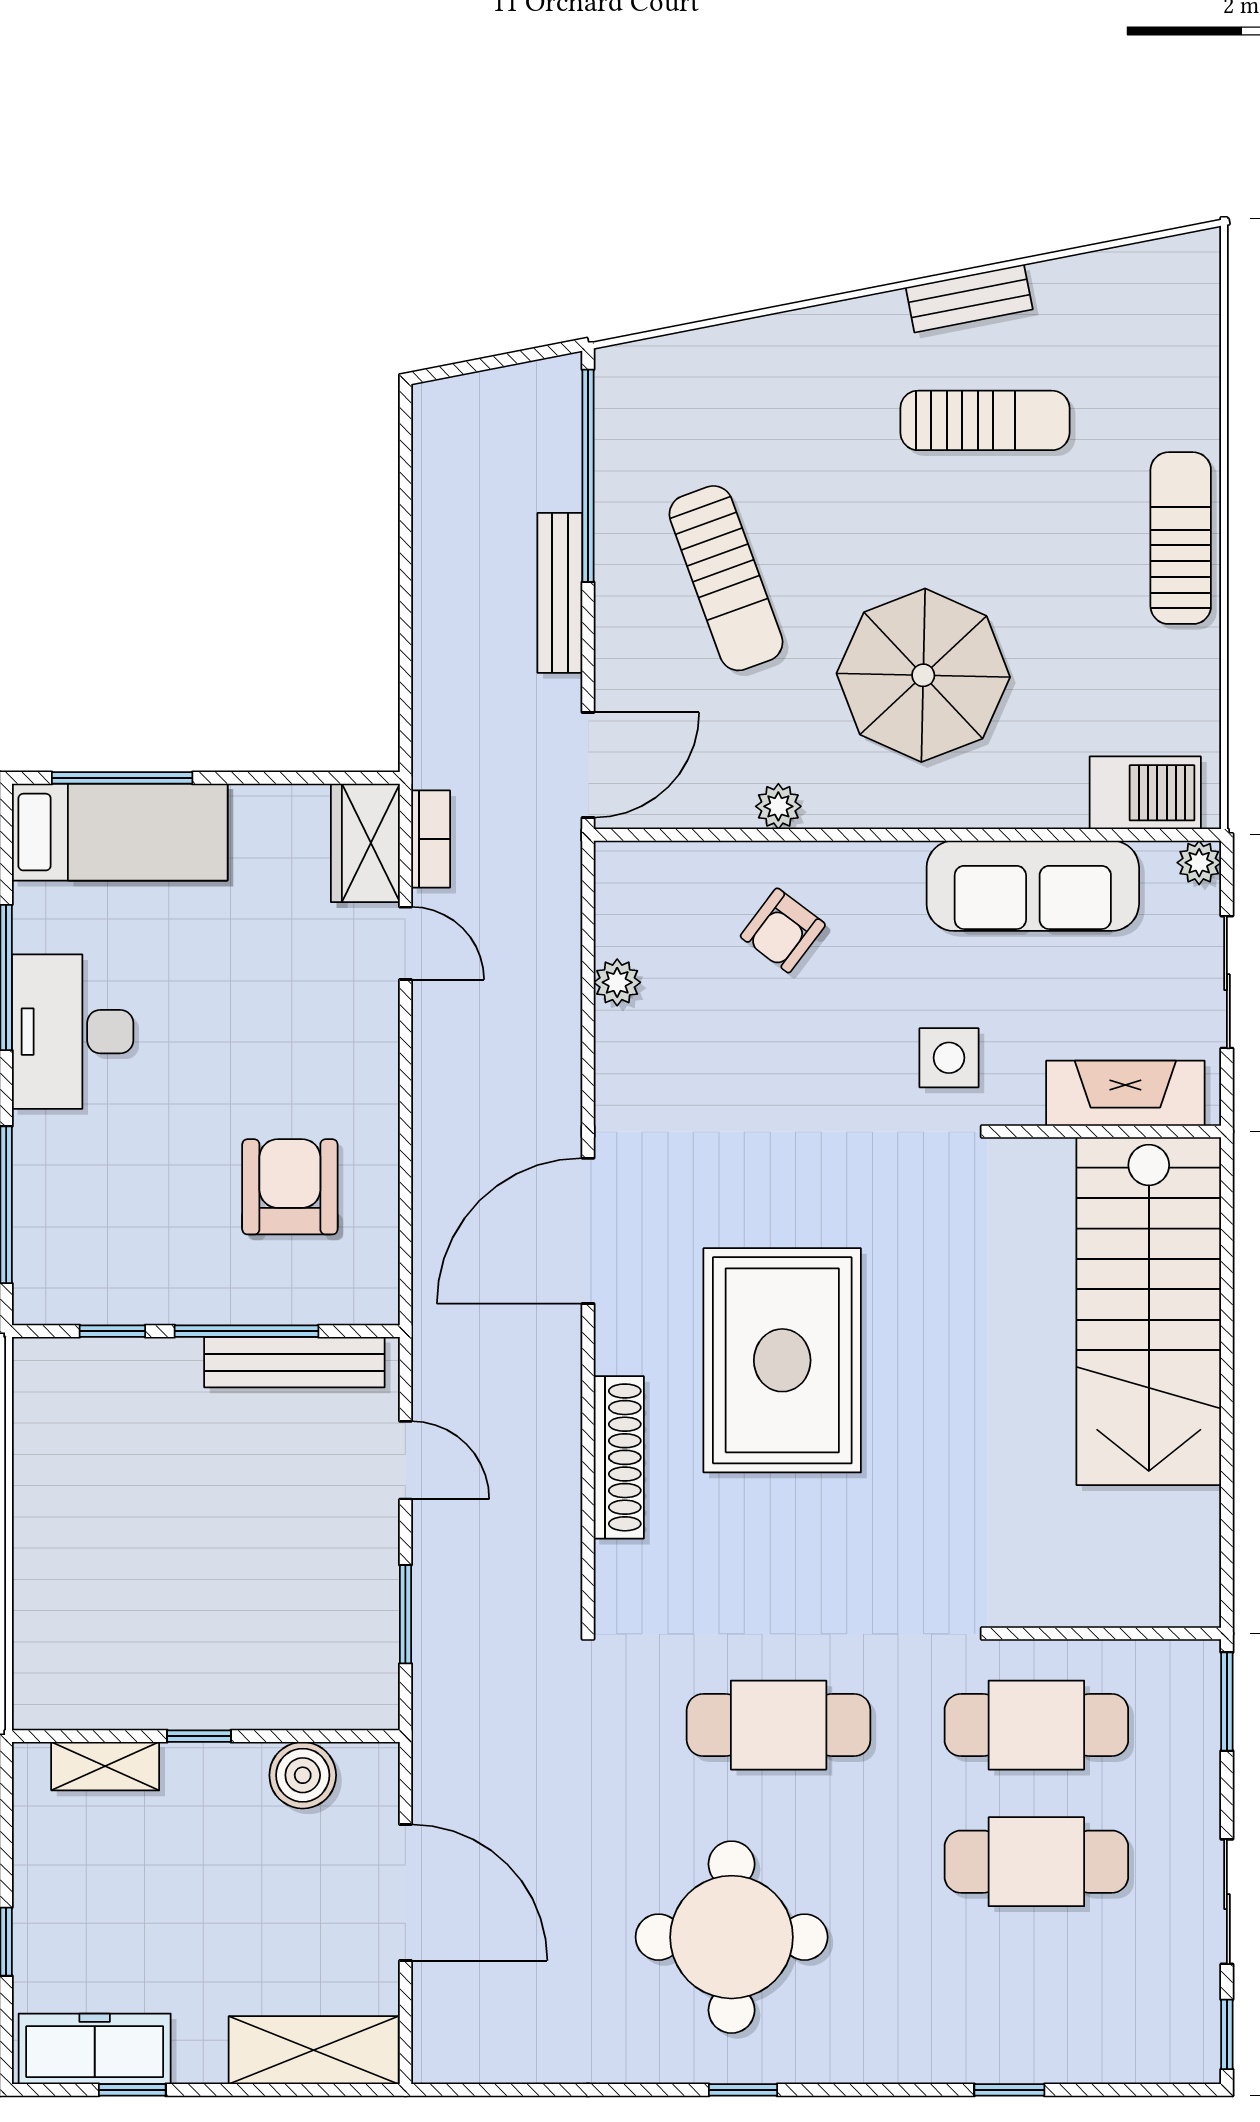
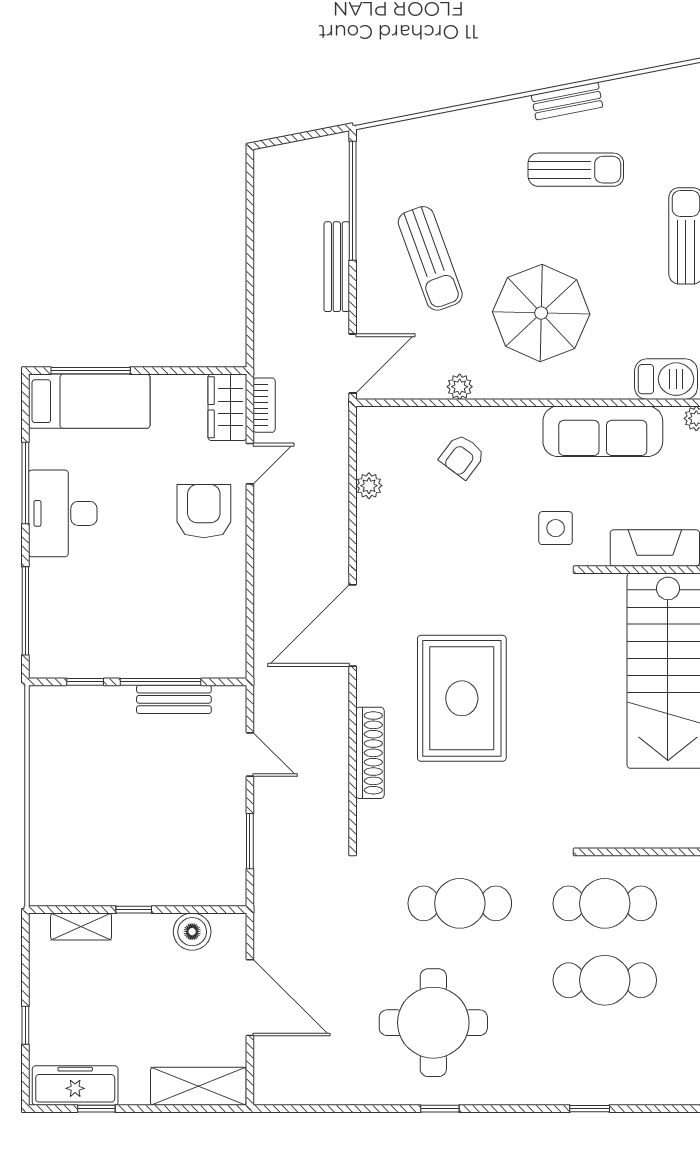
door: (405, 943) -> (250, 464), hinge flipped
armchair: (290, 1187) -> (204, 511), moved
bench: (294, 1362) -> (174, 699), width x0.73

